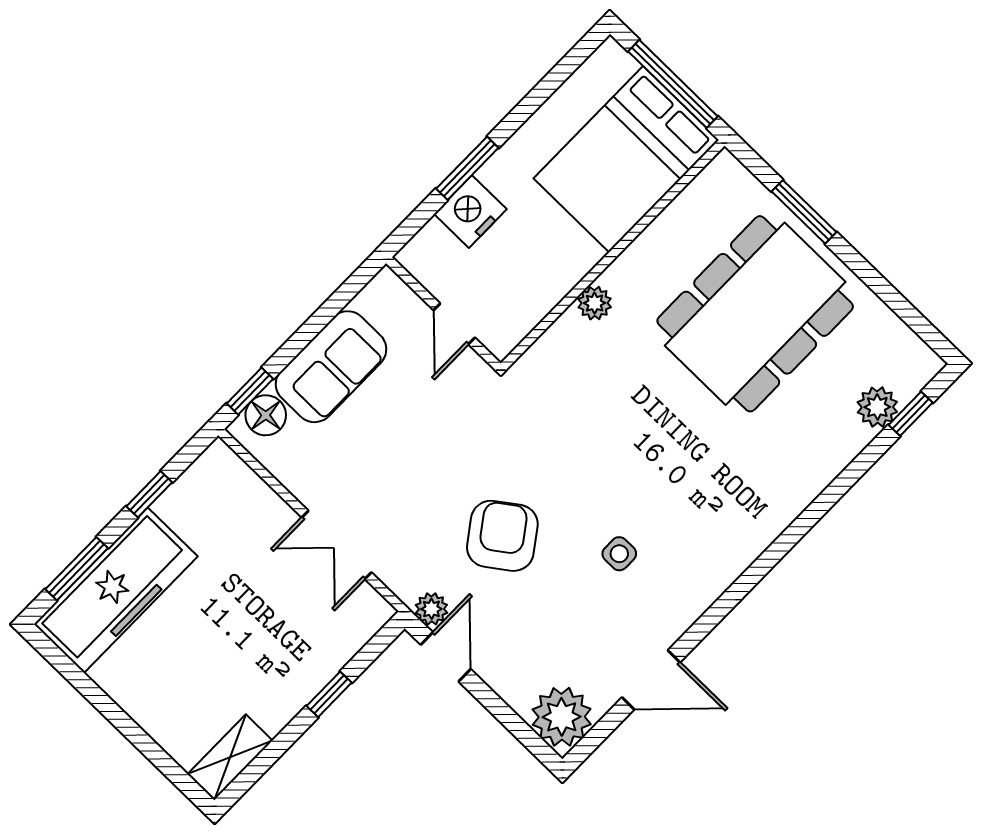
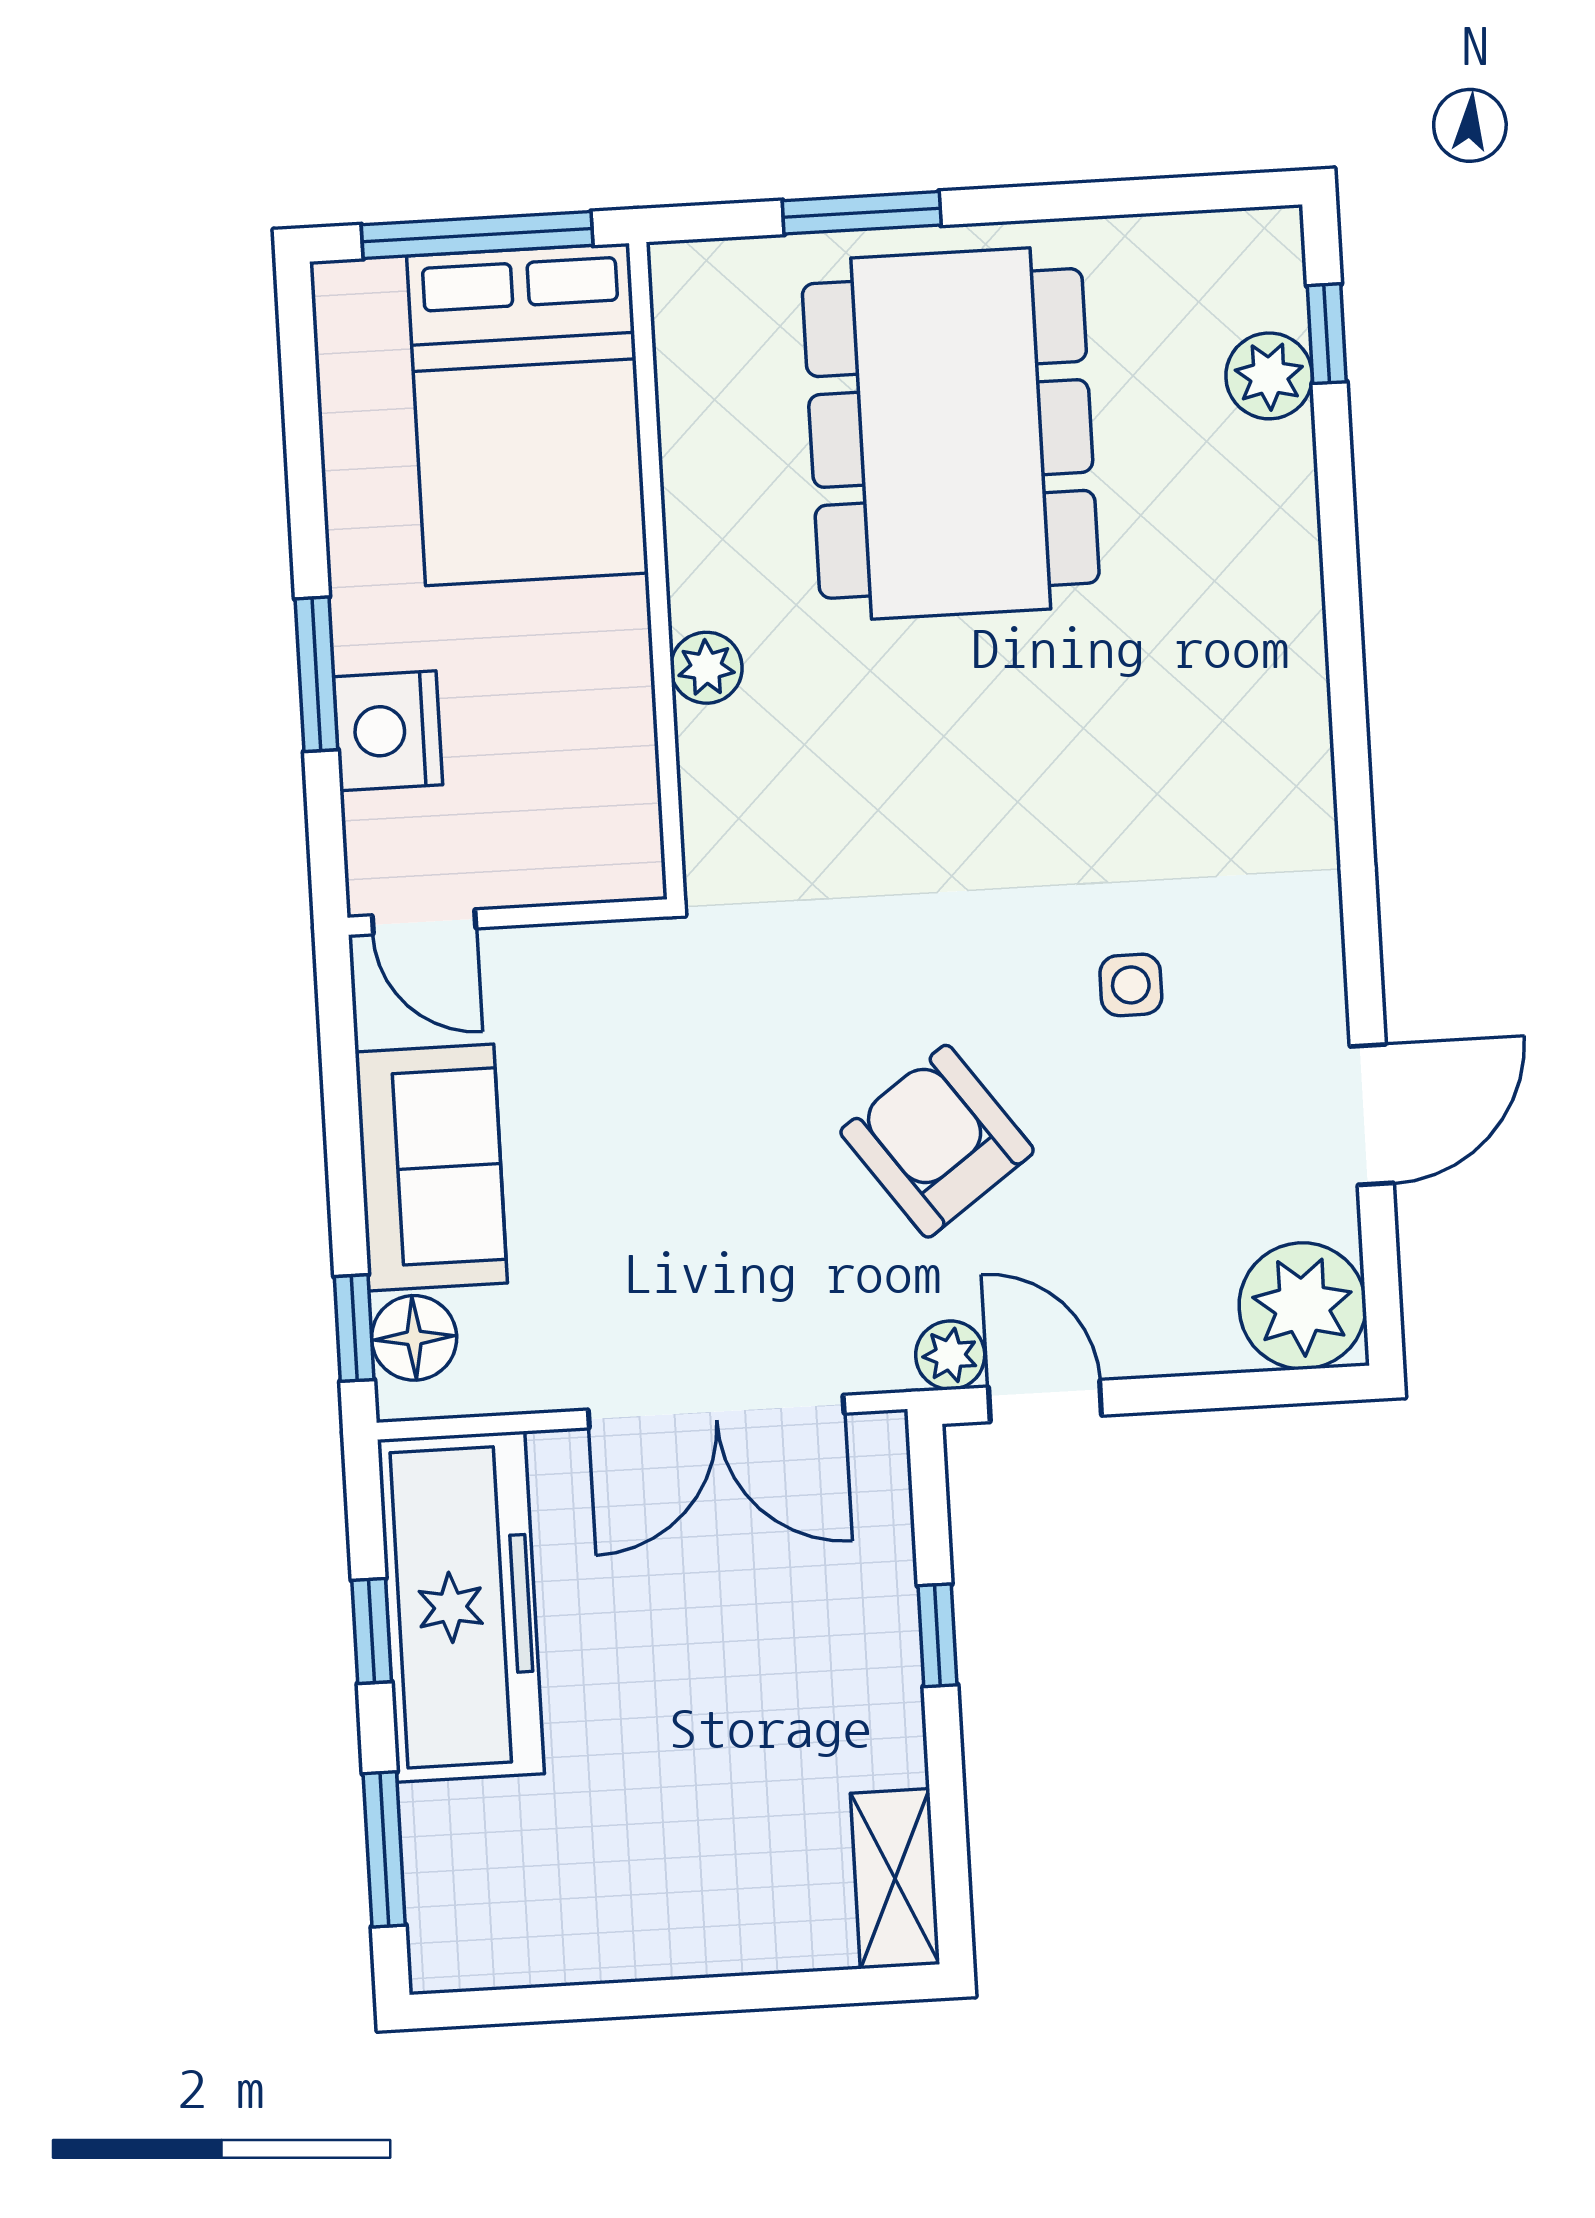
door: (454, 324) -> (424, 922), moved
double door: (337, 545) -> (716, 1412), width x1.37
freezer: (116, 590) -> (461, 1607), moved

